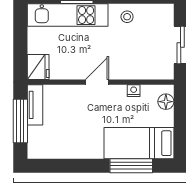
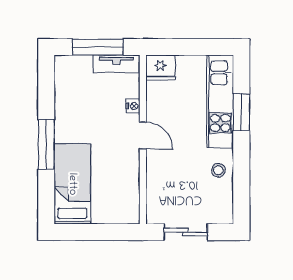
nightstand: (134, 91) -> (133, 106), moved
floor lamp: (166, 102) -> (120, 215), removed
window: (131, 166) -> (46, 144), moved

